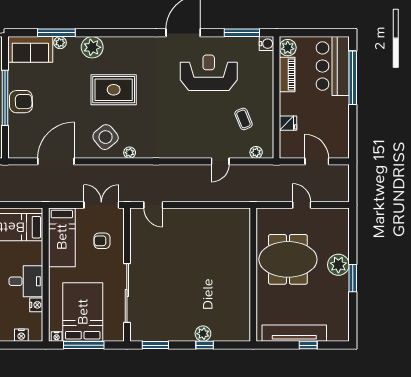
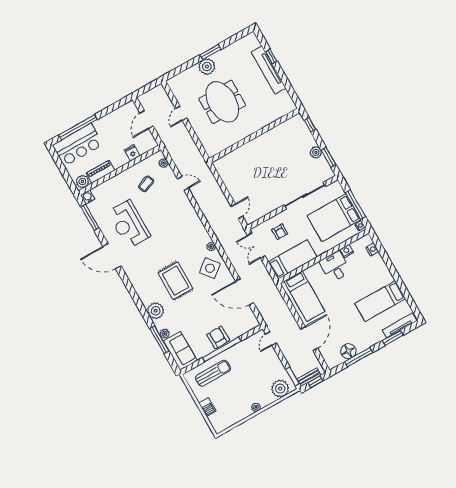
wall: (253, 275) -> (255, 135), moved
plant: (203, 334) -> (316, 152), moved

